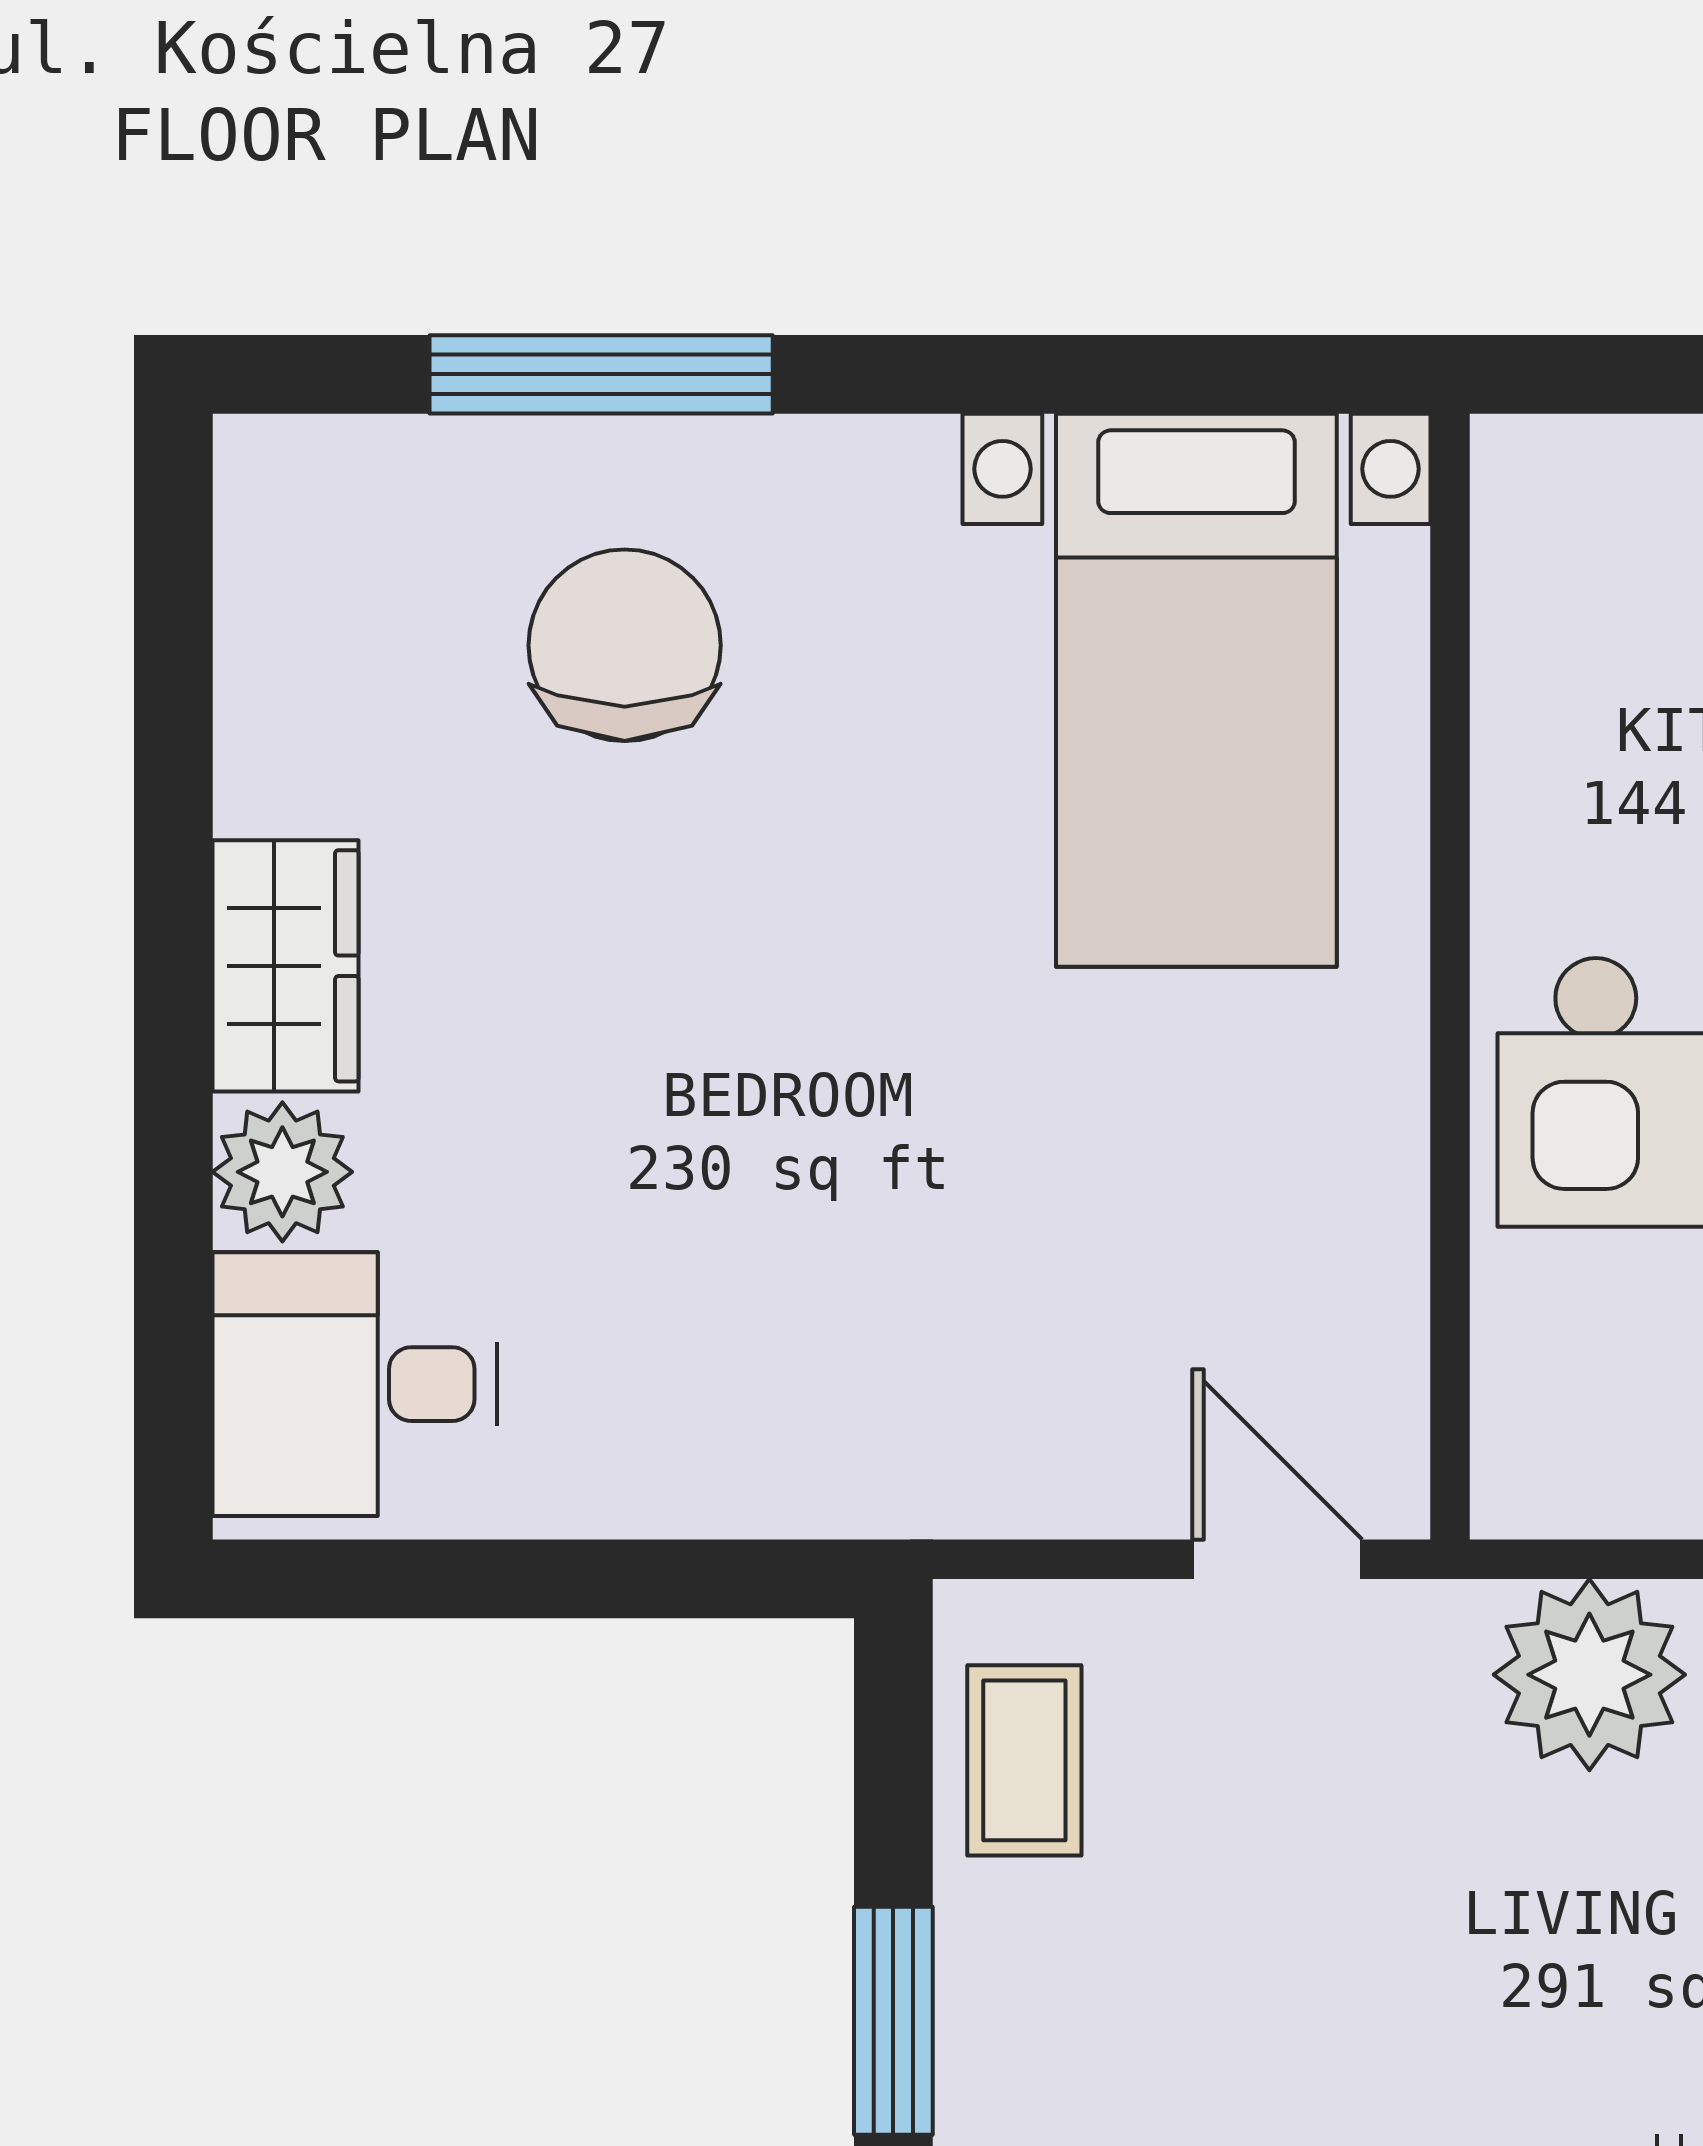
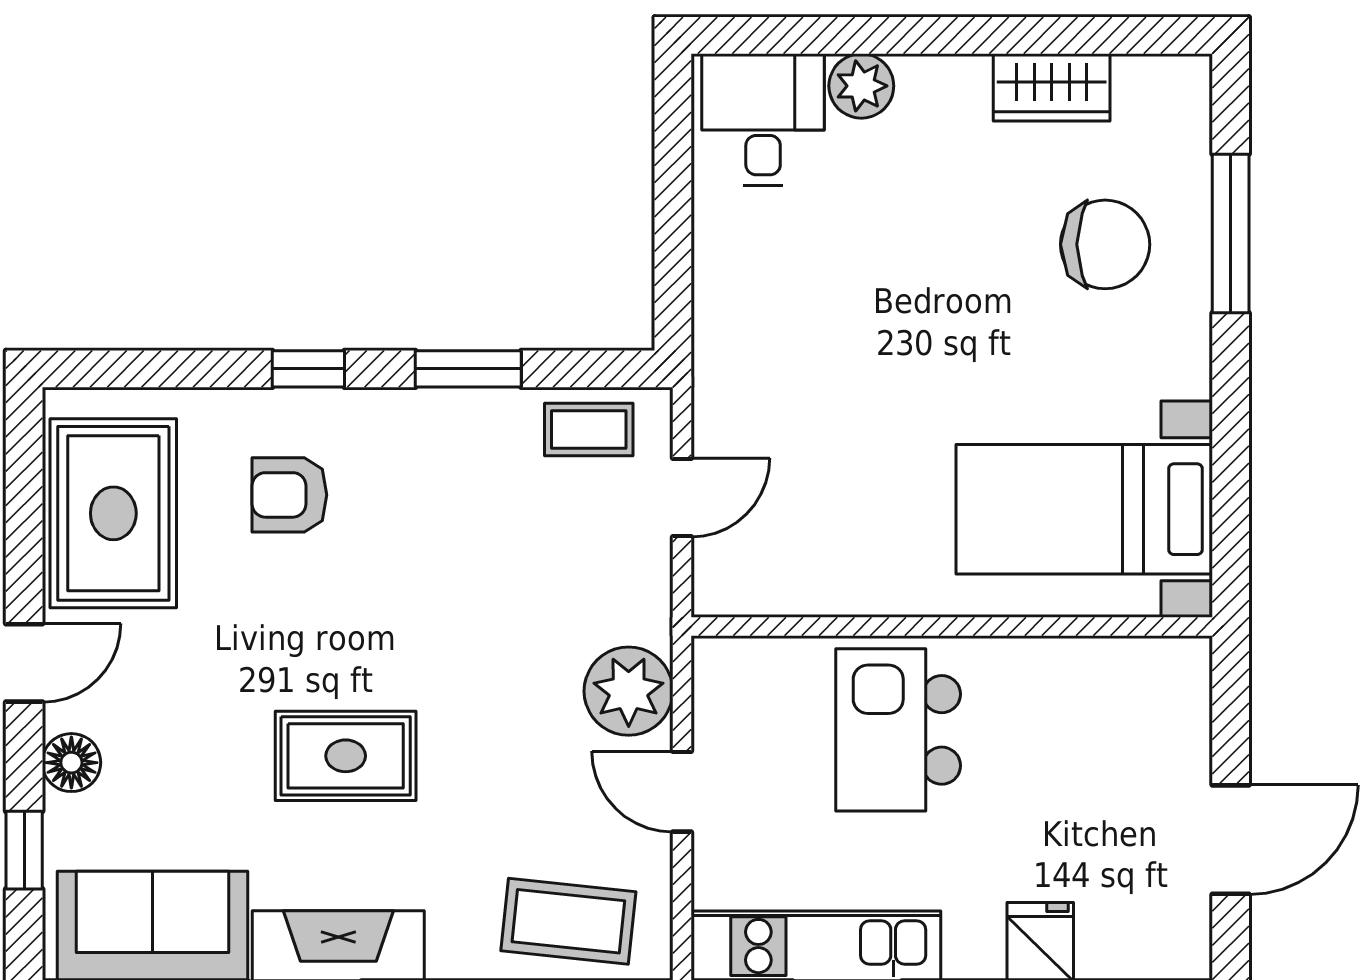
wardrobe: (286, 966) -> (1052, 87), moved
door: (1277, 1559) -> (682, 498), moved

